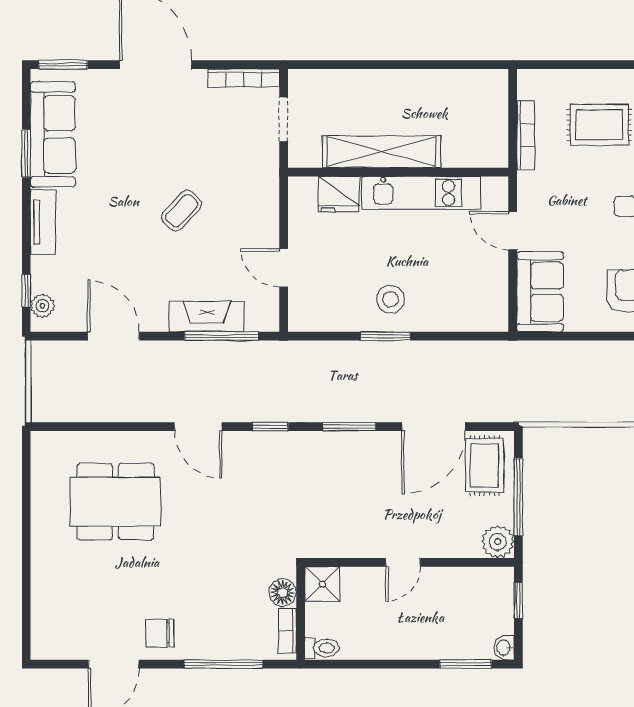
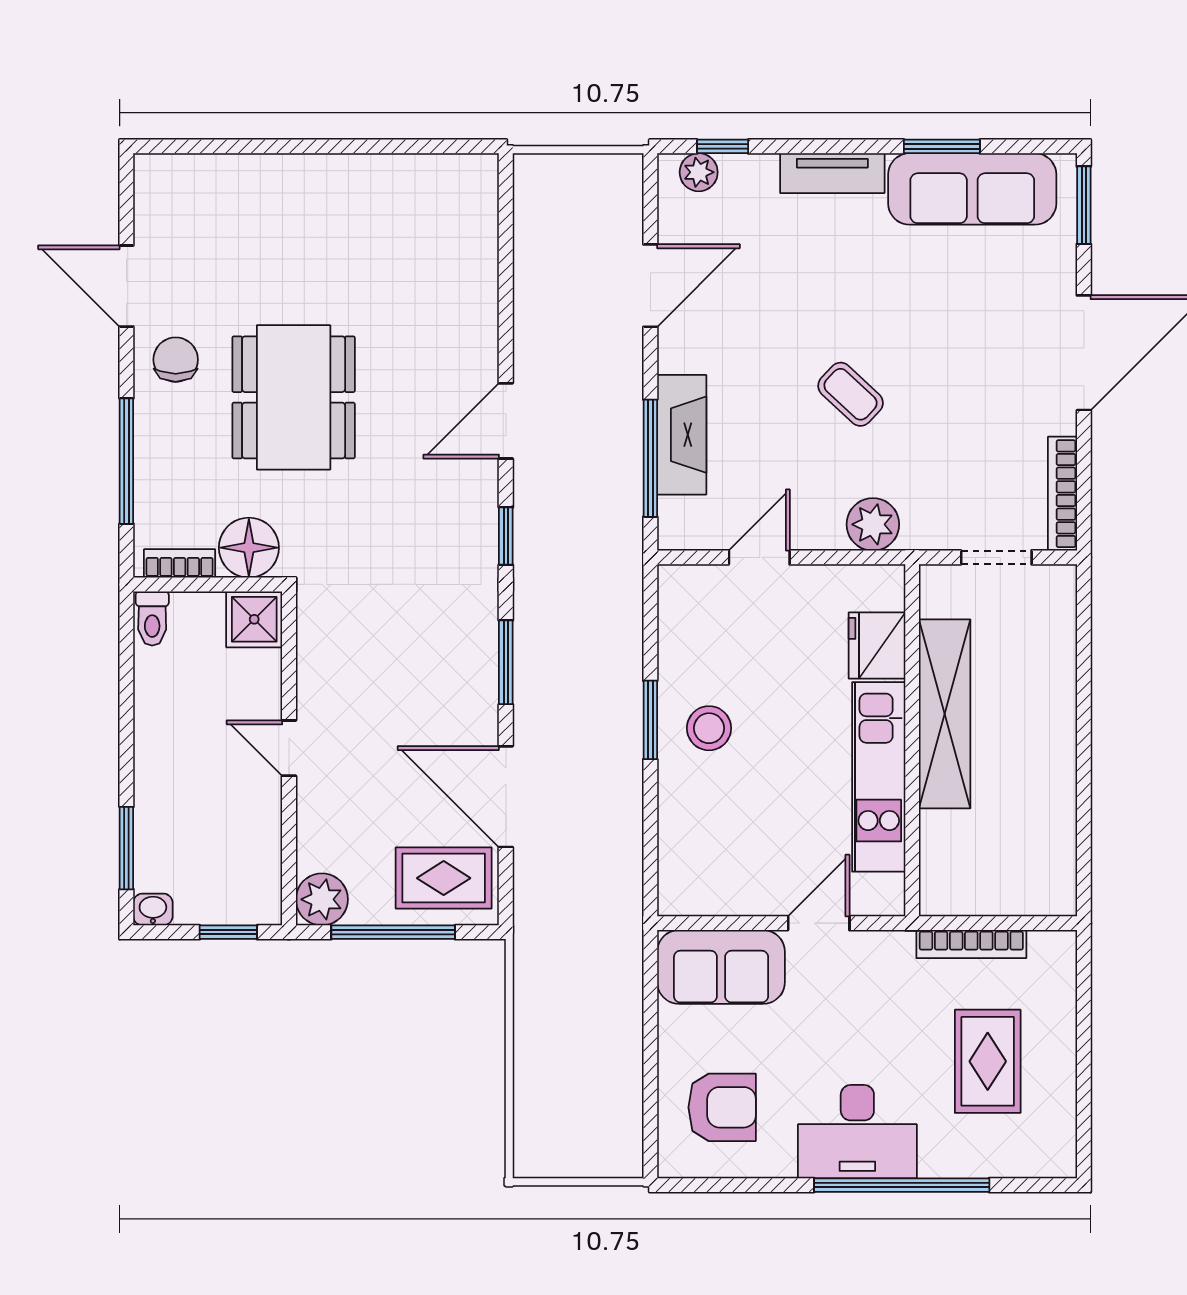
plant: (263, 197) -> (873, 524), added
dining table: (115, 502) -> (294, 397), moved
floor lamp: (283, 593) -> (249, 548), width x1.38, depth x1.38

